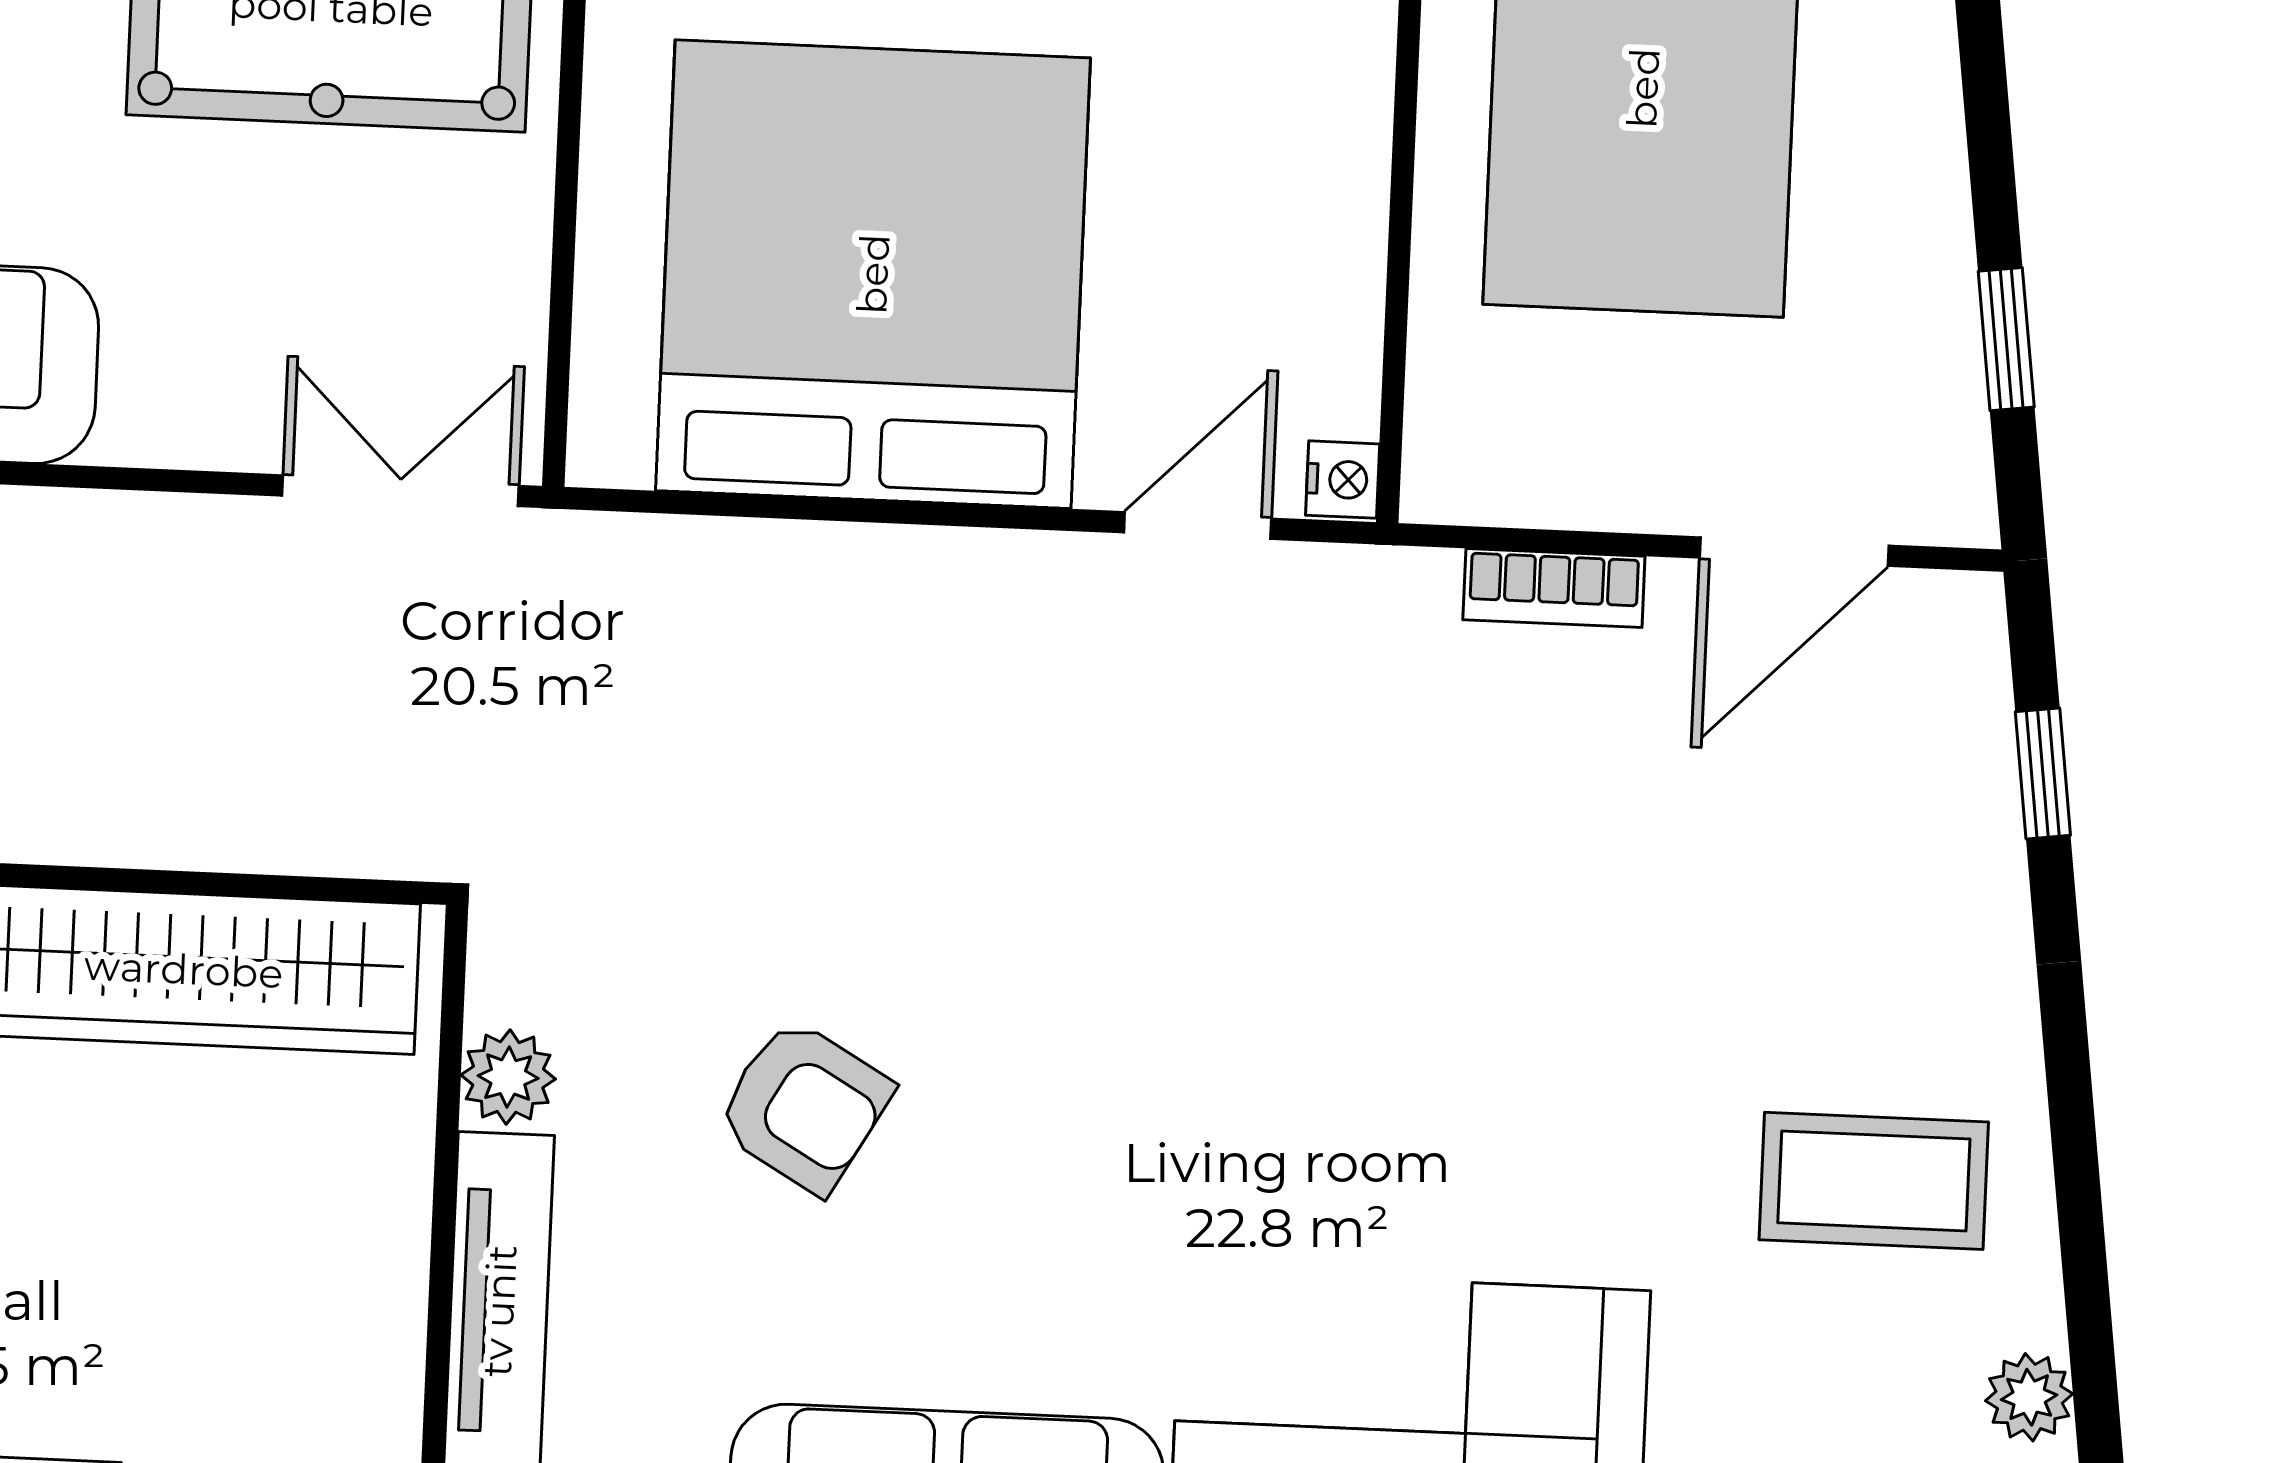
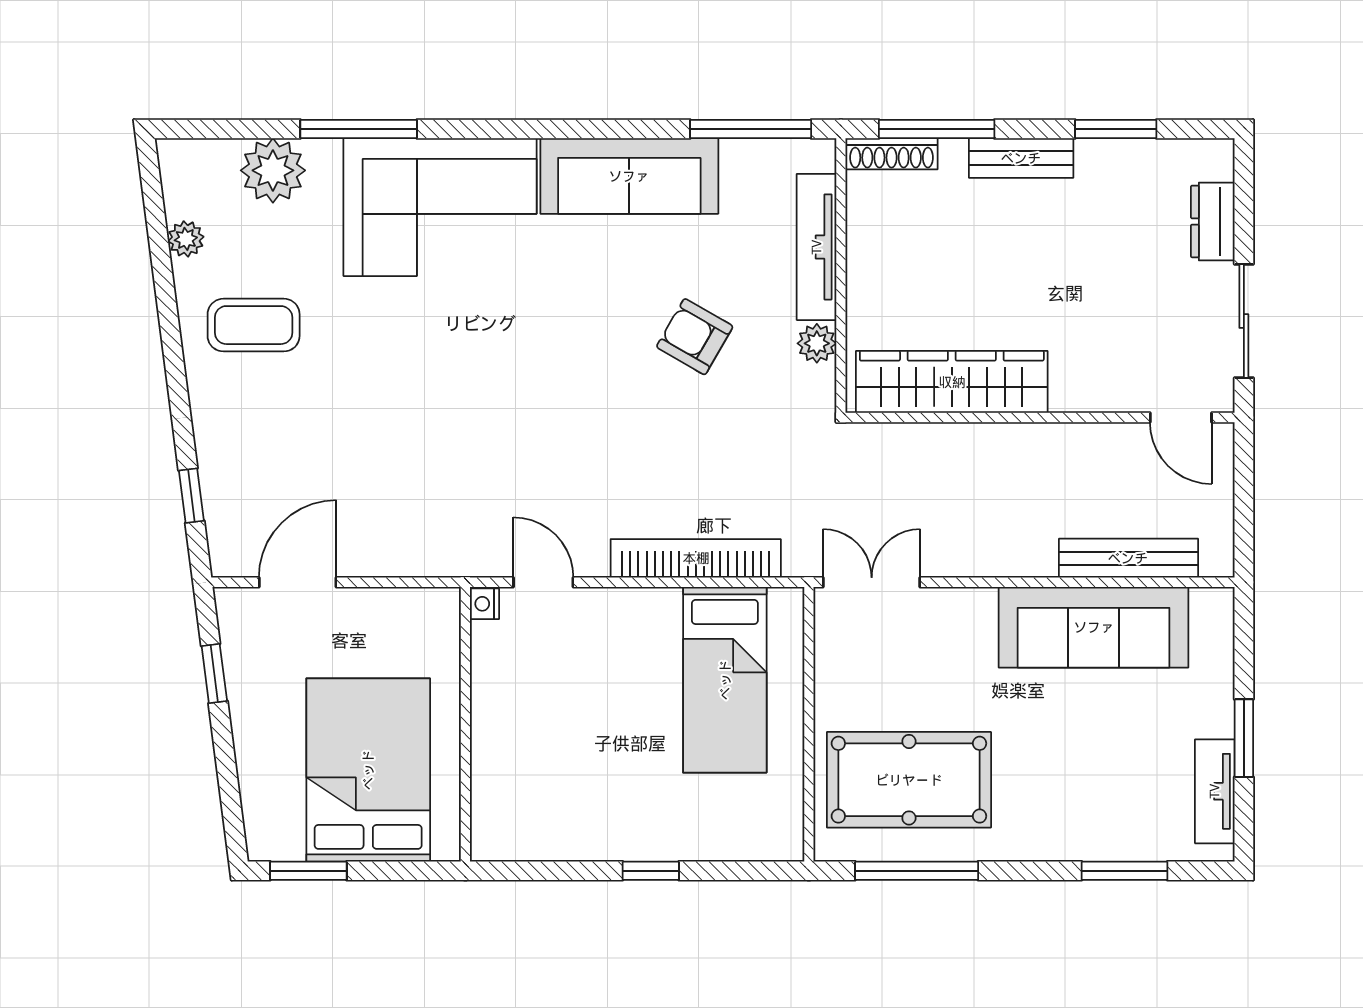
bed: (873, 274) -> (725, 680), width x0.49
double door: (400, 491) -> (872, 582), swing flipped
door: (1198, 526) -> (543, 582), swing flipped
bookcase: (1554, 588) -> (696, 558), moved, width x2.31, depth x1.31

